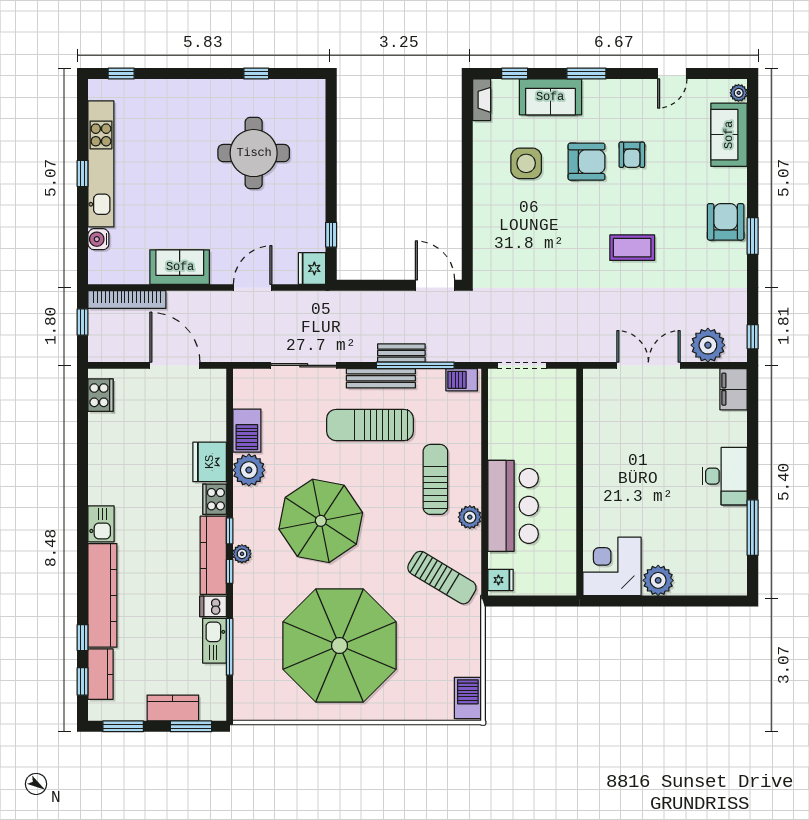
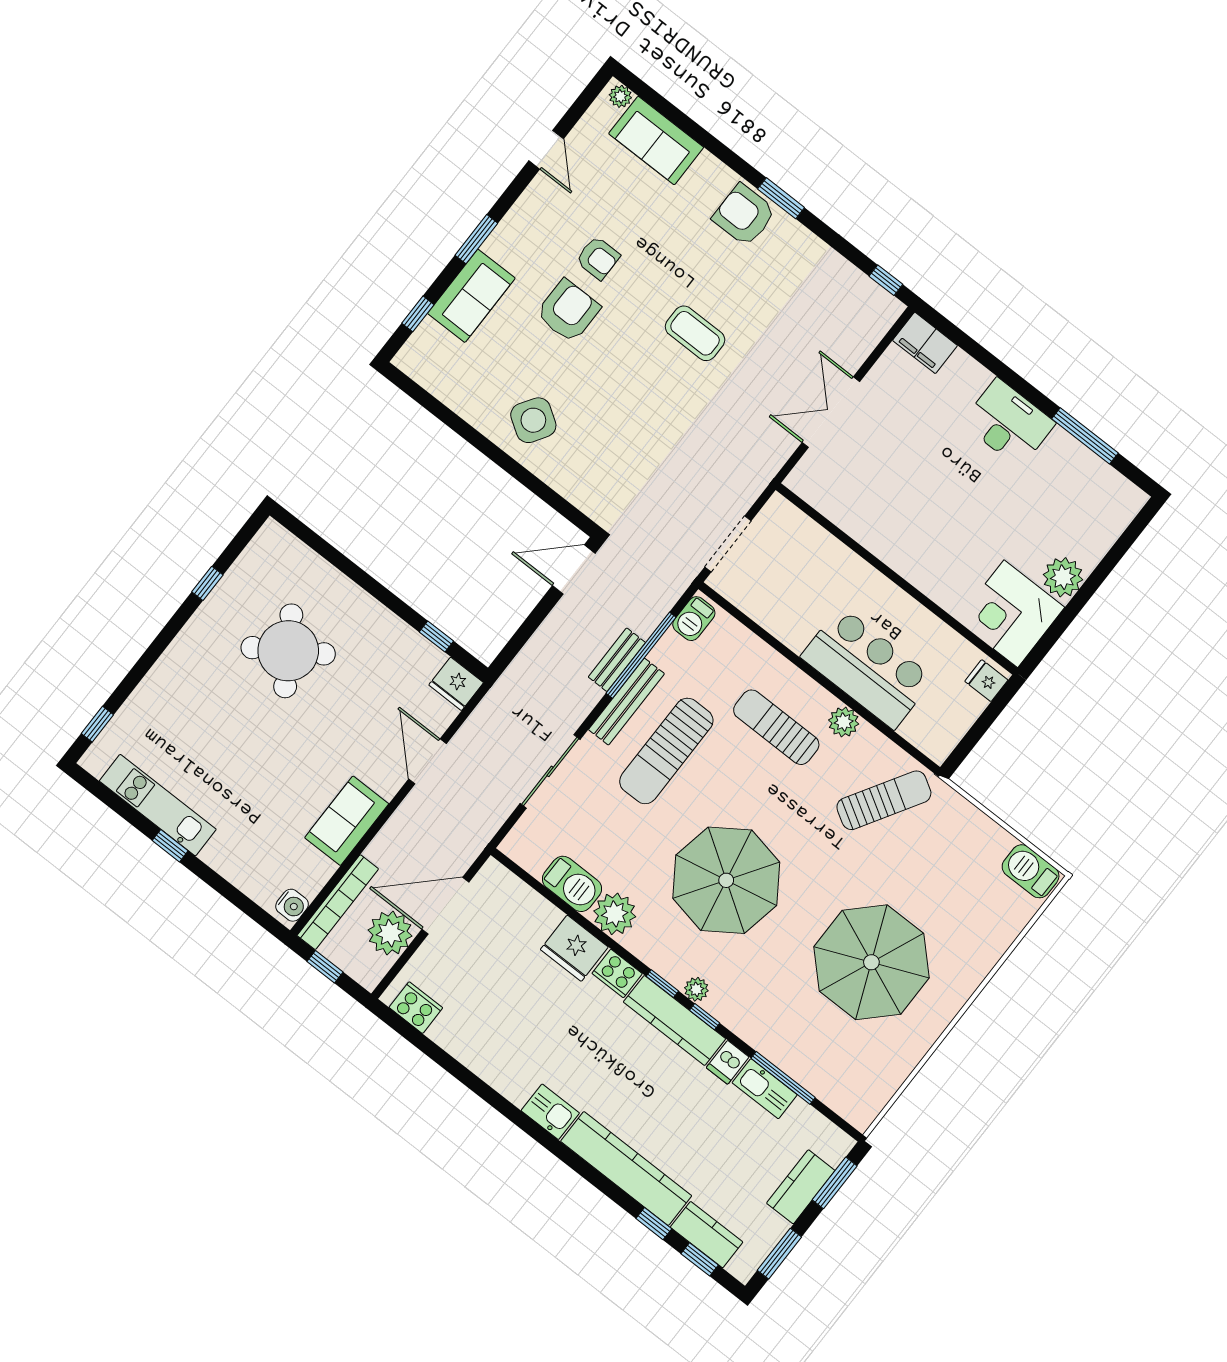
fireplace: (482, 100) -> (418, 370), removed
round table: (254, 153) -> (288, 651), turned -33
side table: (526, 163) -> (533, 420), moved, turned 33
kitchen unit: (101, 164) -> (158, 805), width x0.73
water cooler: (98, 239) -> (292, 905), moved, turned -90
coffee table: (632, 248) -> (695, 333), turned 90
plant: (708, 345) -> (390, 933), moved
fridge: (501, 580) -> (986, 681), moved, turned -90
parasol: (340, 646) -> (871, 962), width x0.73, depth x0.73

